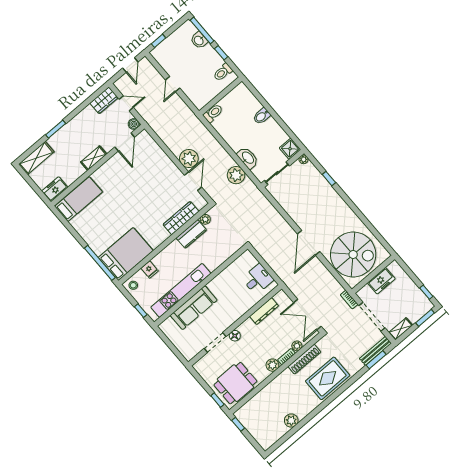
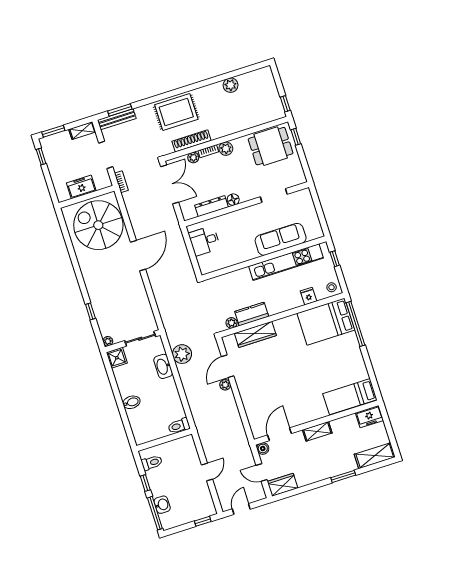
plant: (189, 159) -> (225, 385), width x0.53, depth x0.53
doorway: (372, 317) -> (106, 155), width x0.73
floor lamp: (235, 336) -> (233, 200), moved

